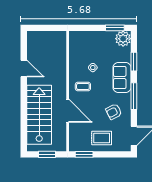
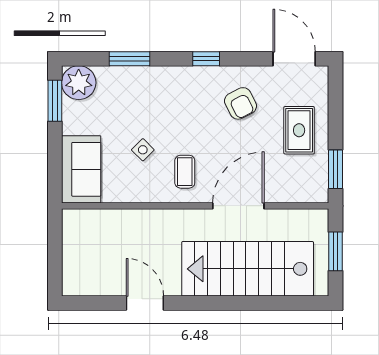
door: (24, 69) -> (145, 303), hinge flipped
sofa: (122, 77) -> (81, 169), moved, turned -90
window: (134, 96) -> (206, 59), width x0.46

